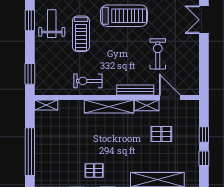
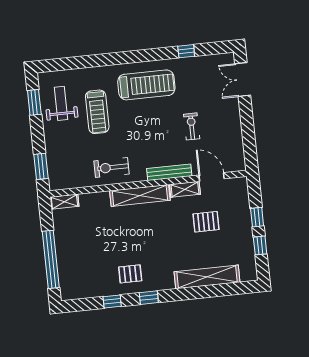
exercise bike: (158, 54) -> (192, 126), width x0.73, depth x0.72

